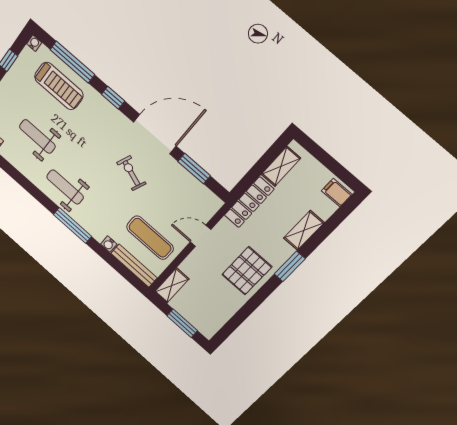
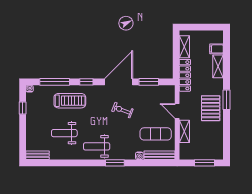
treadmill: (59, 86) -> (70, 101), moved
filing cabinet: (337, 193) -> (216, 49), moved
window: (72, 225) -> (115, 163), width x0.69
door: (200, 236) -> (177, 111), hinge flipped
window: (290, 266) -> (226, 100), moved
shelving: (172, 286) -> (184, 131), moved

